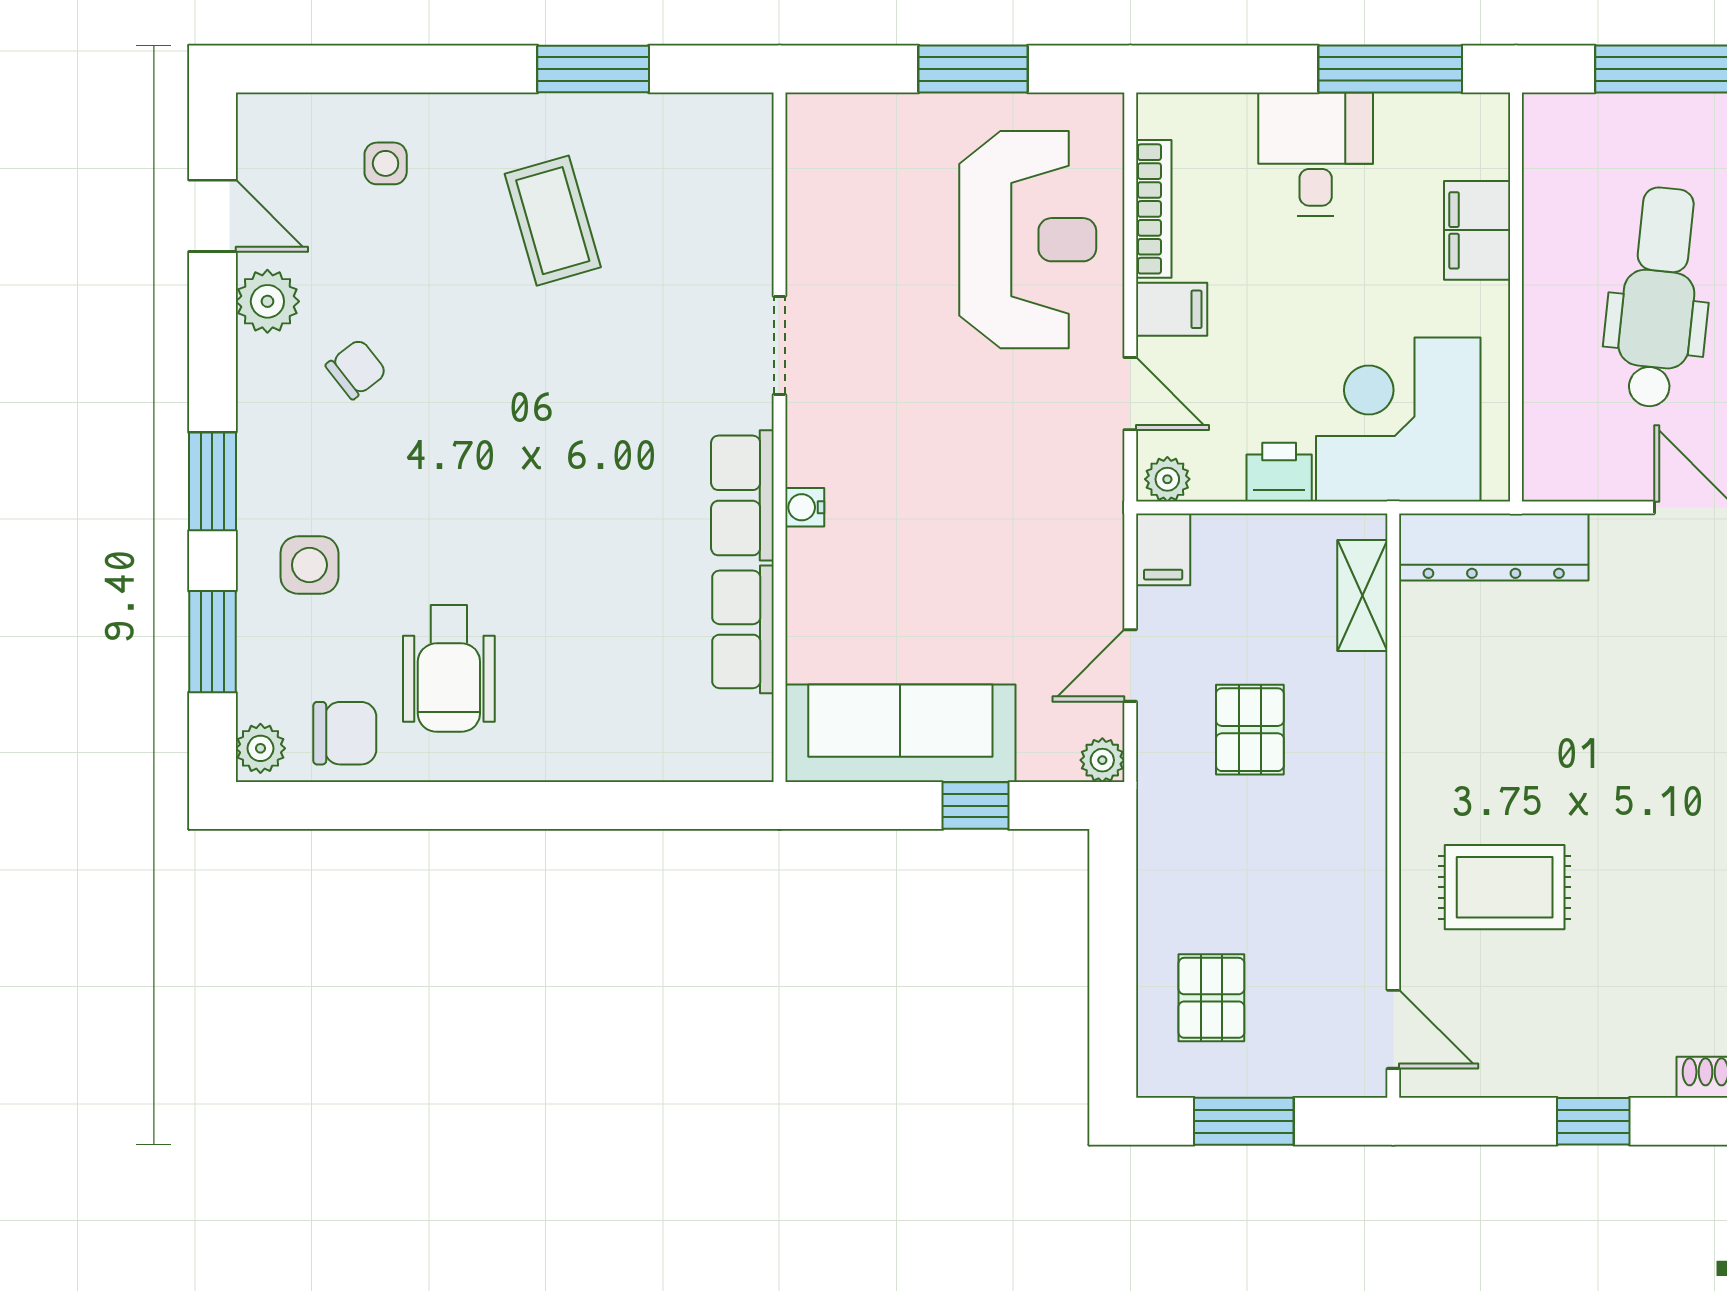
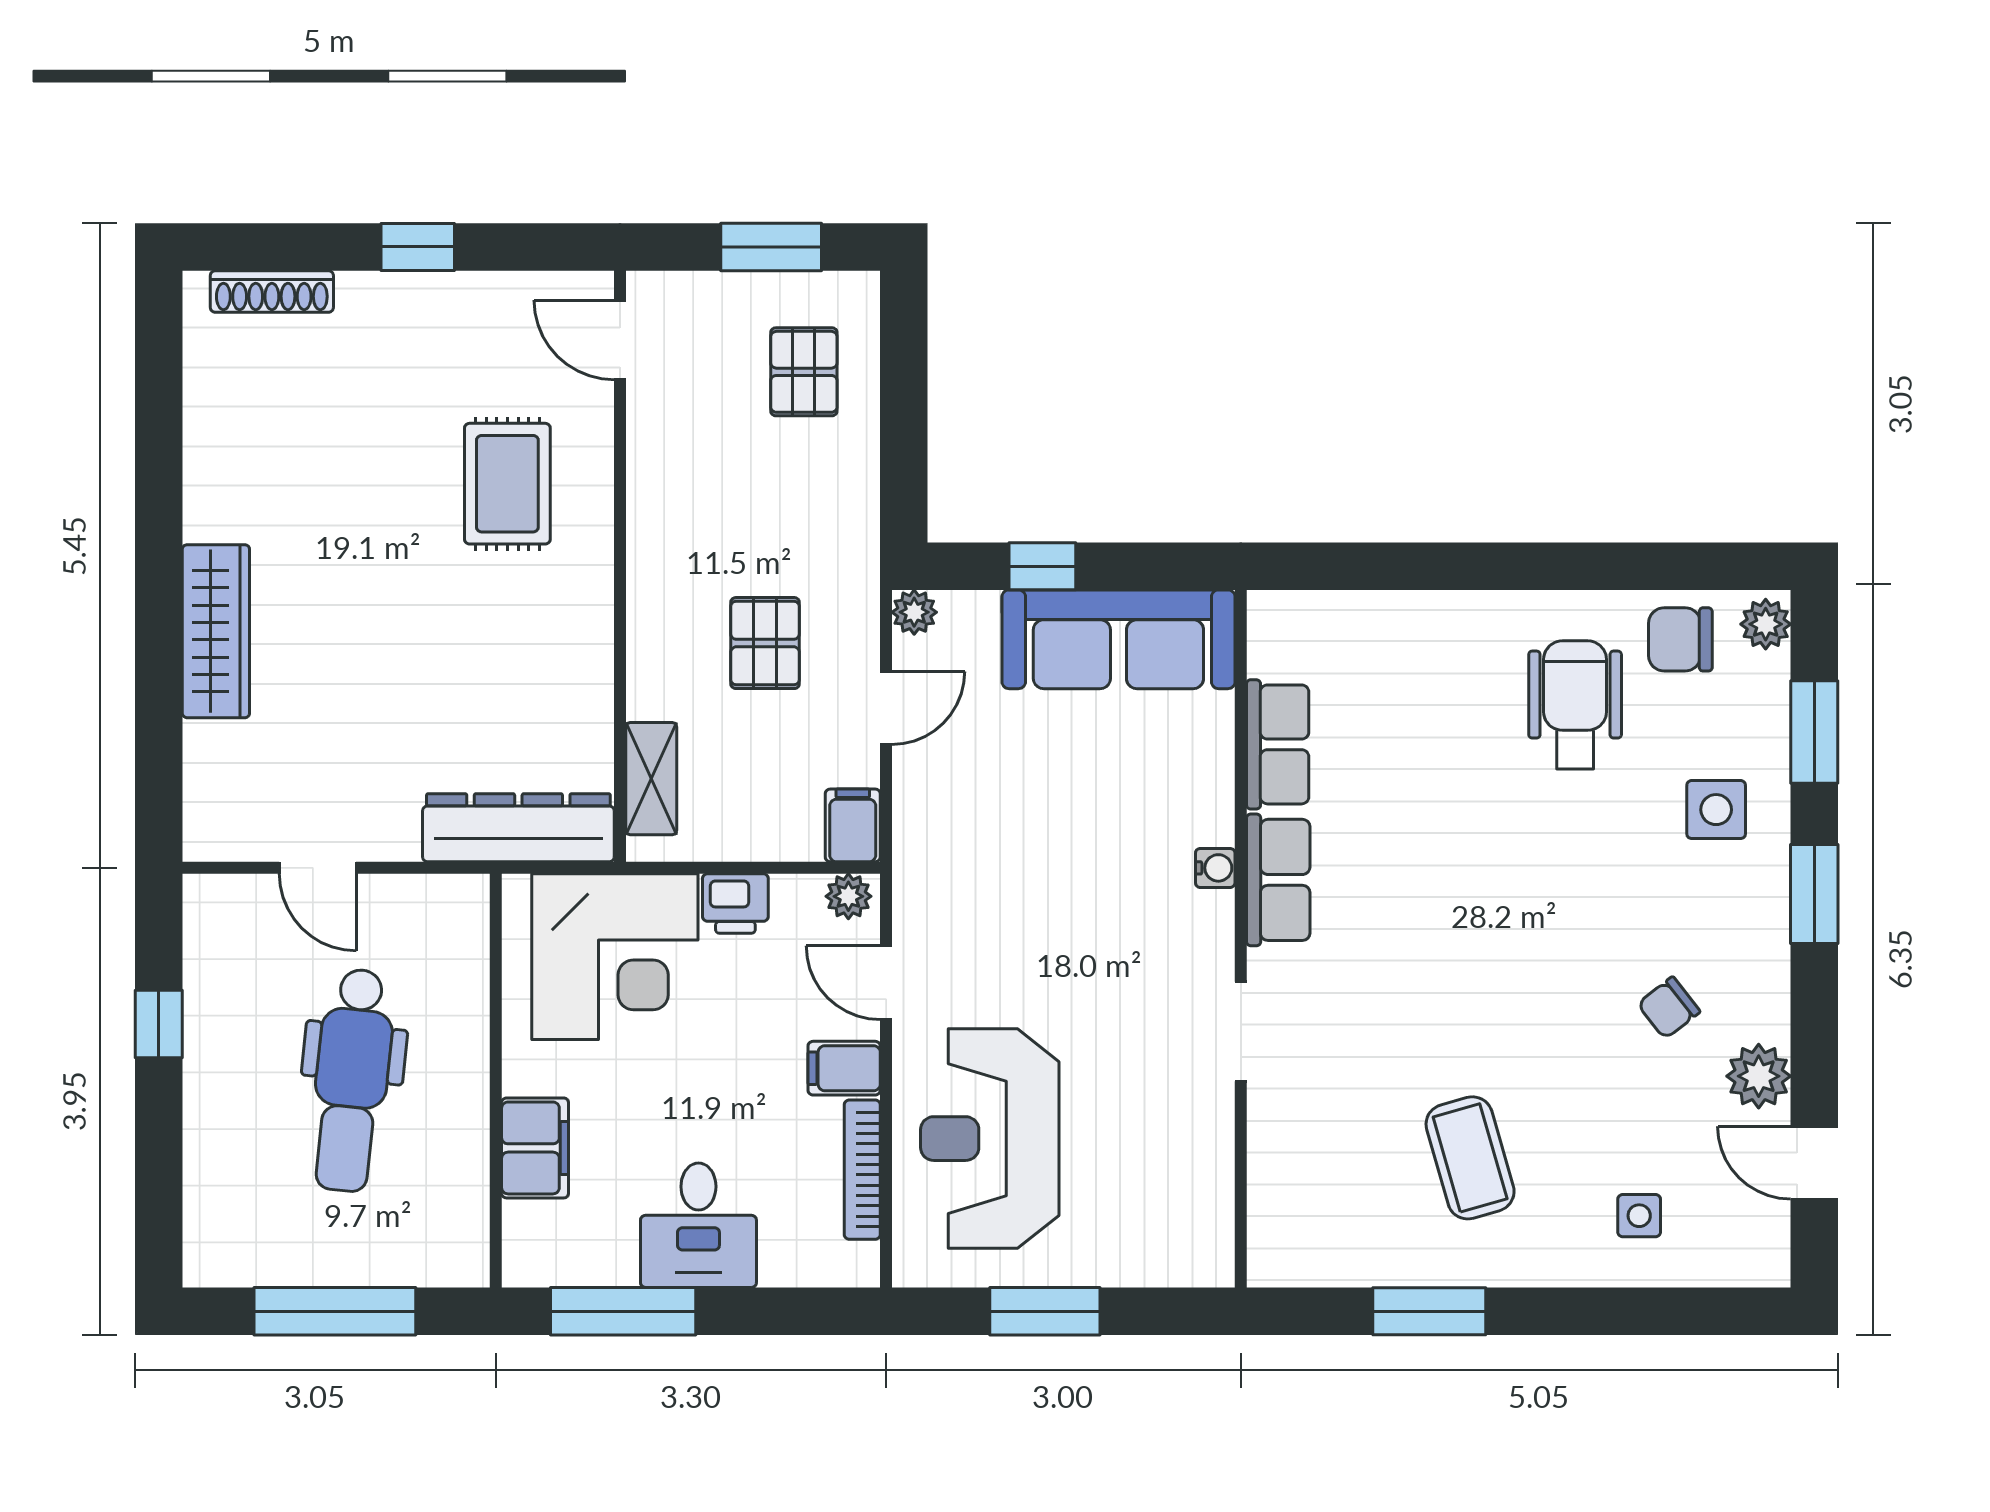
rug: (1505, 887) -> (507, 484), turned 90

